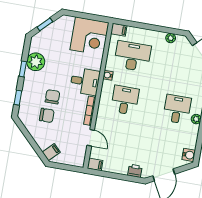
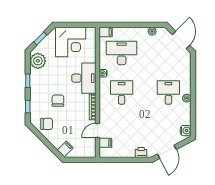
corner desk: (89, 36) -> (71, 42), moved
plant: (36, 62) -> (38, 61), moved
desk: (85, 81) -> (84, 78), width x1.37
chair: (47, 115) -> (47, 124), moved
door: (91, 138) -> (97, 130), swing flipped
filing cabinet: (95, 164) -> (105, 143), moved

